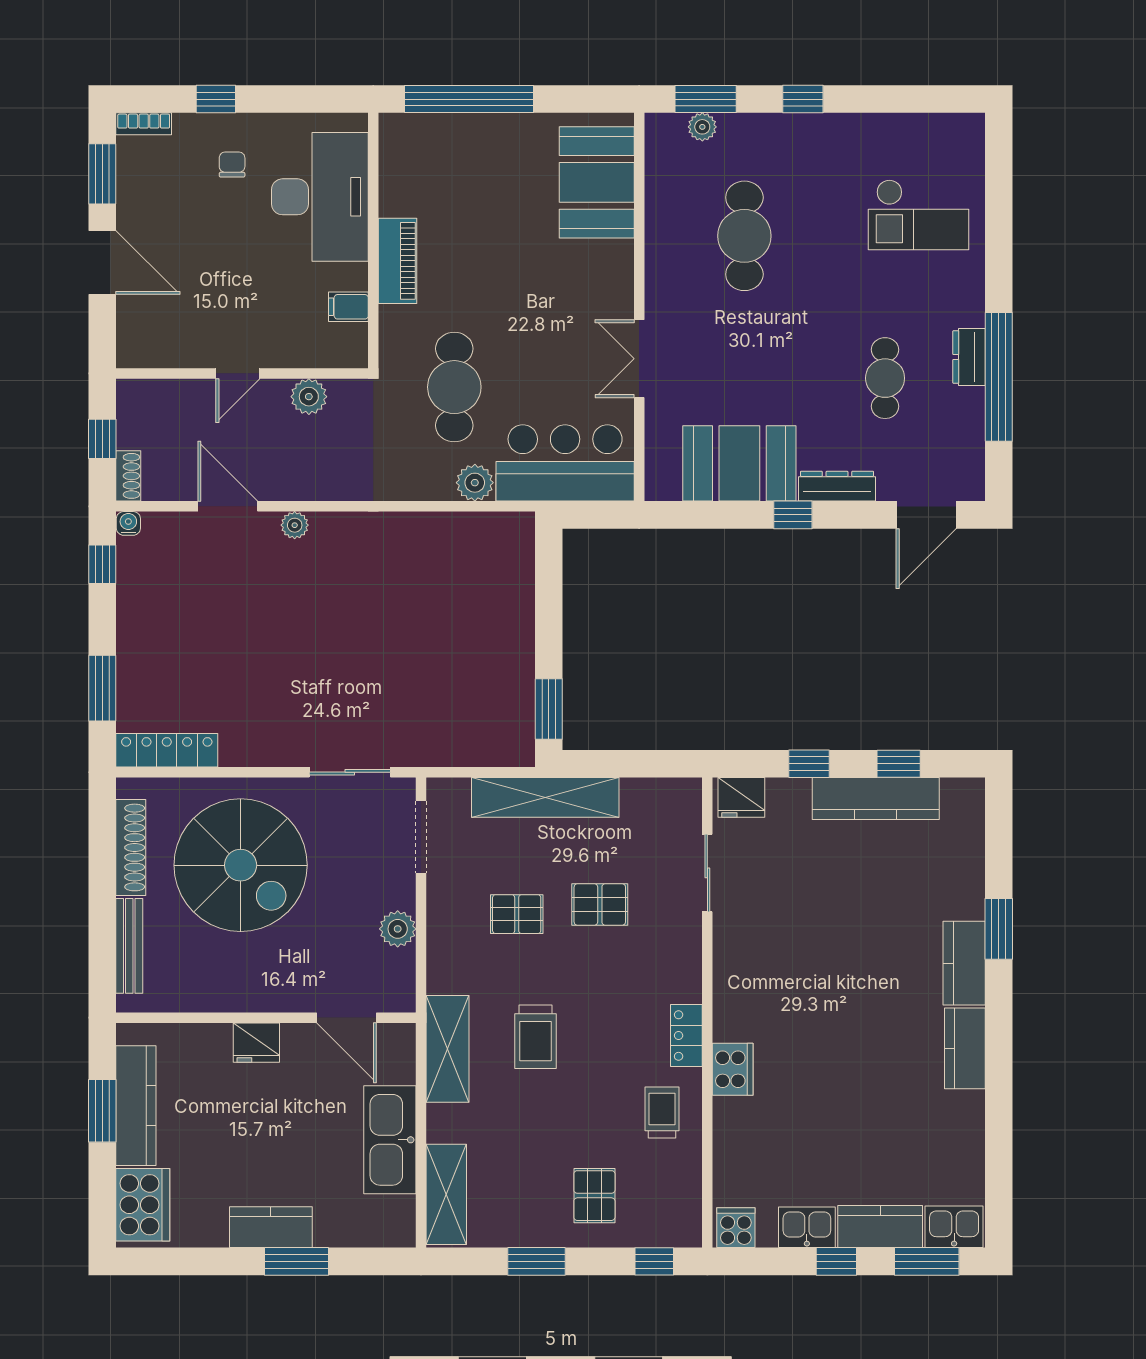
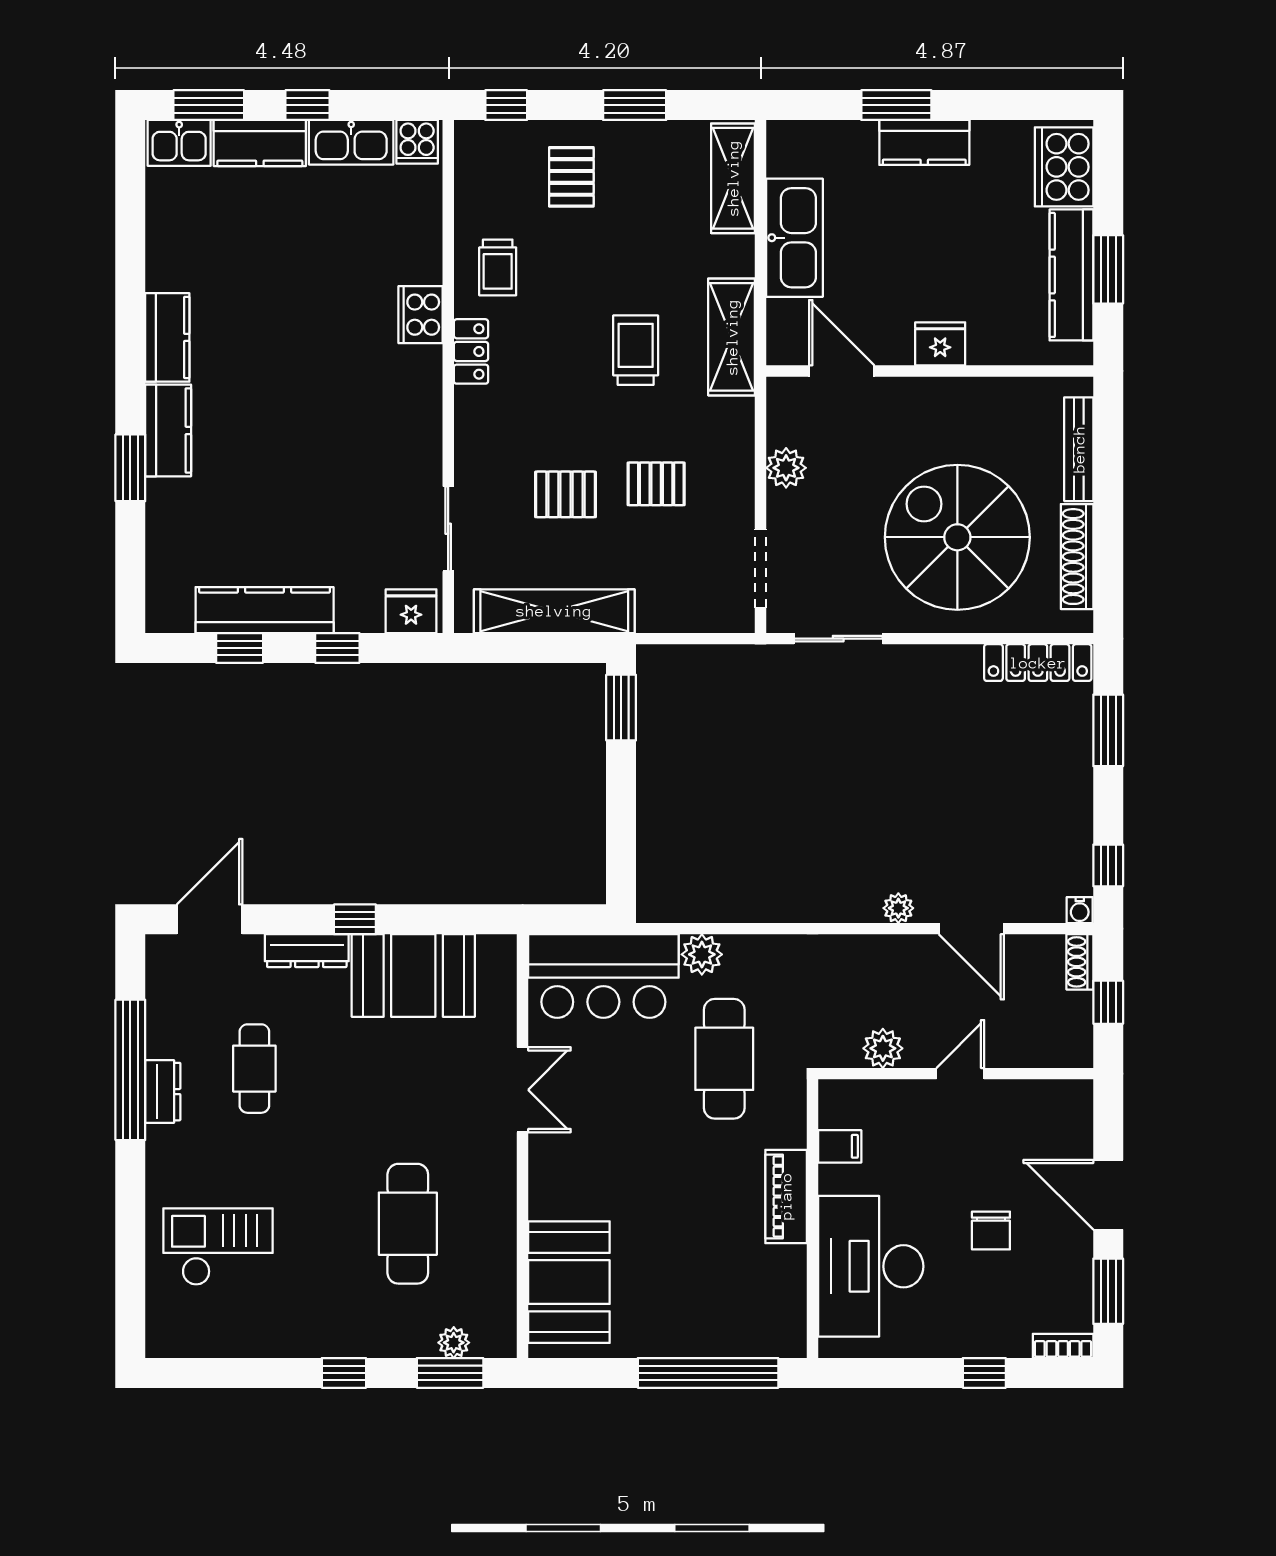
chair: (232, 164) -> (991, 1231), moved, width x1.37, depth x1.37
shelving: (545, 797) -> (554, 611), moved
kitchen sink: (807, 1227) -> (351, 142), width x1.38

